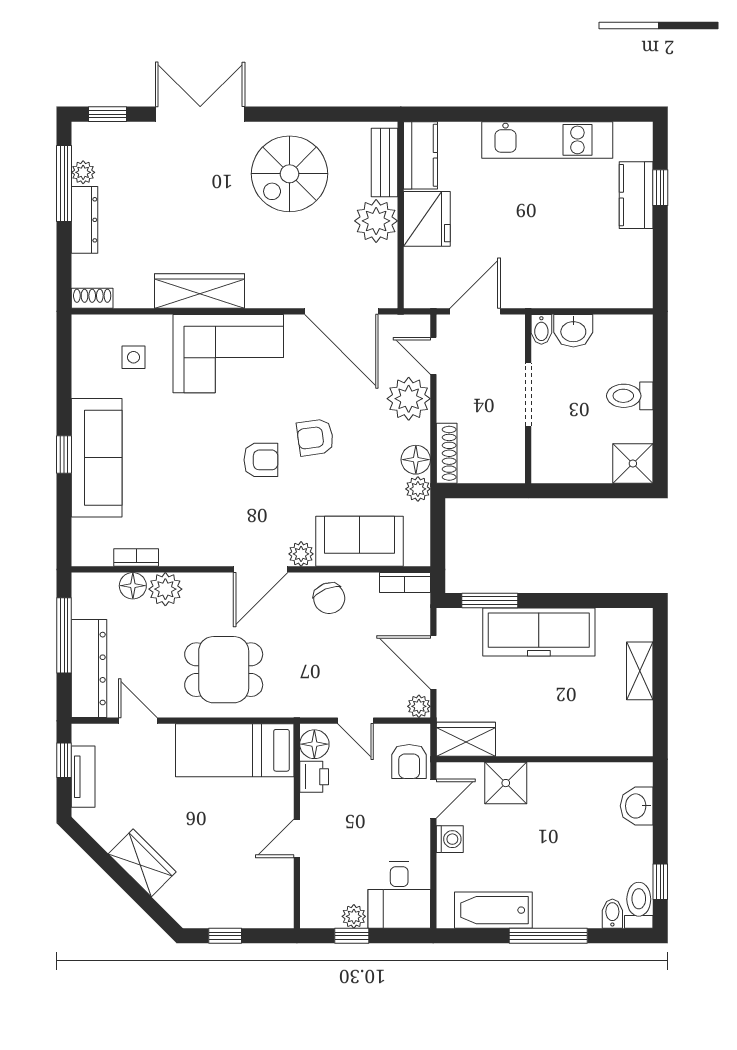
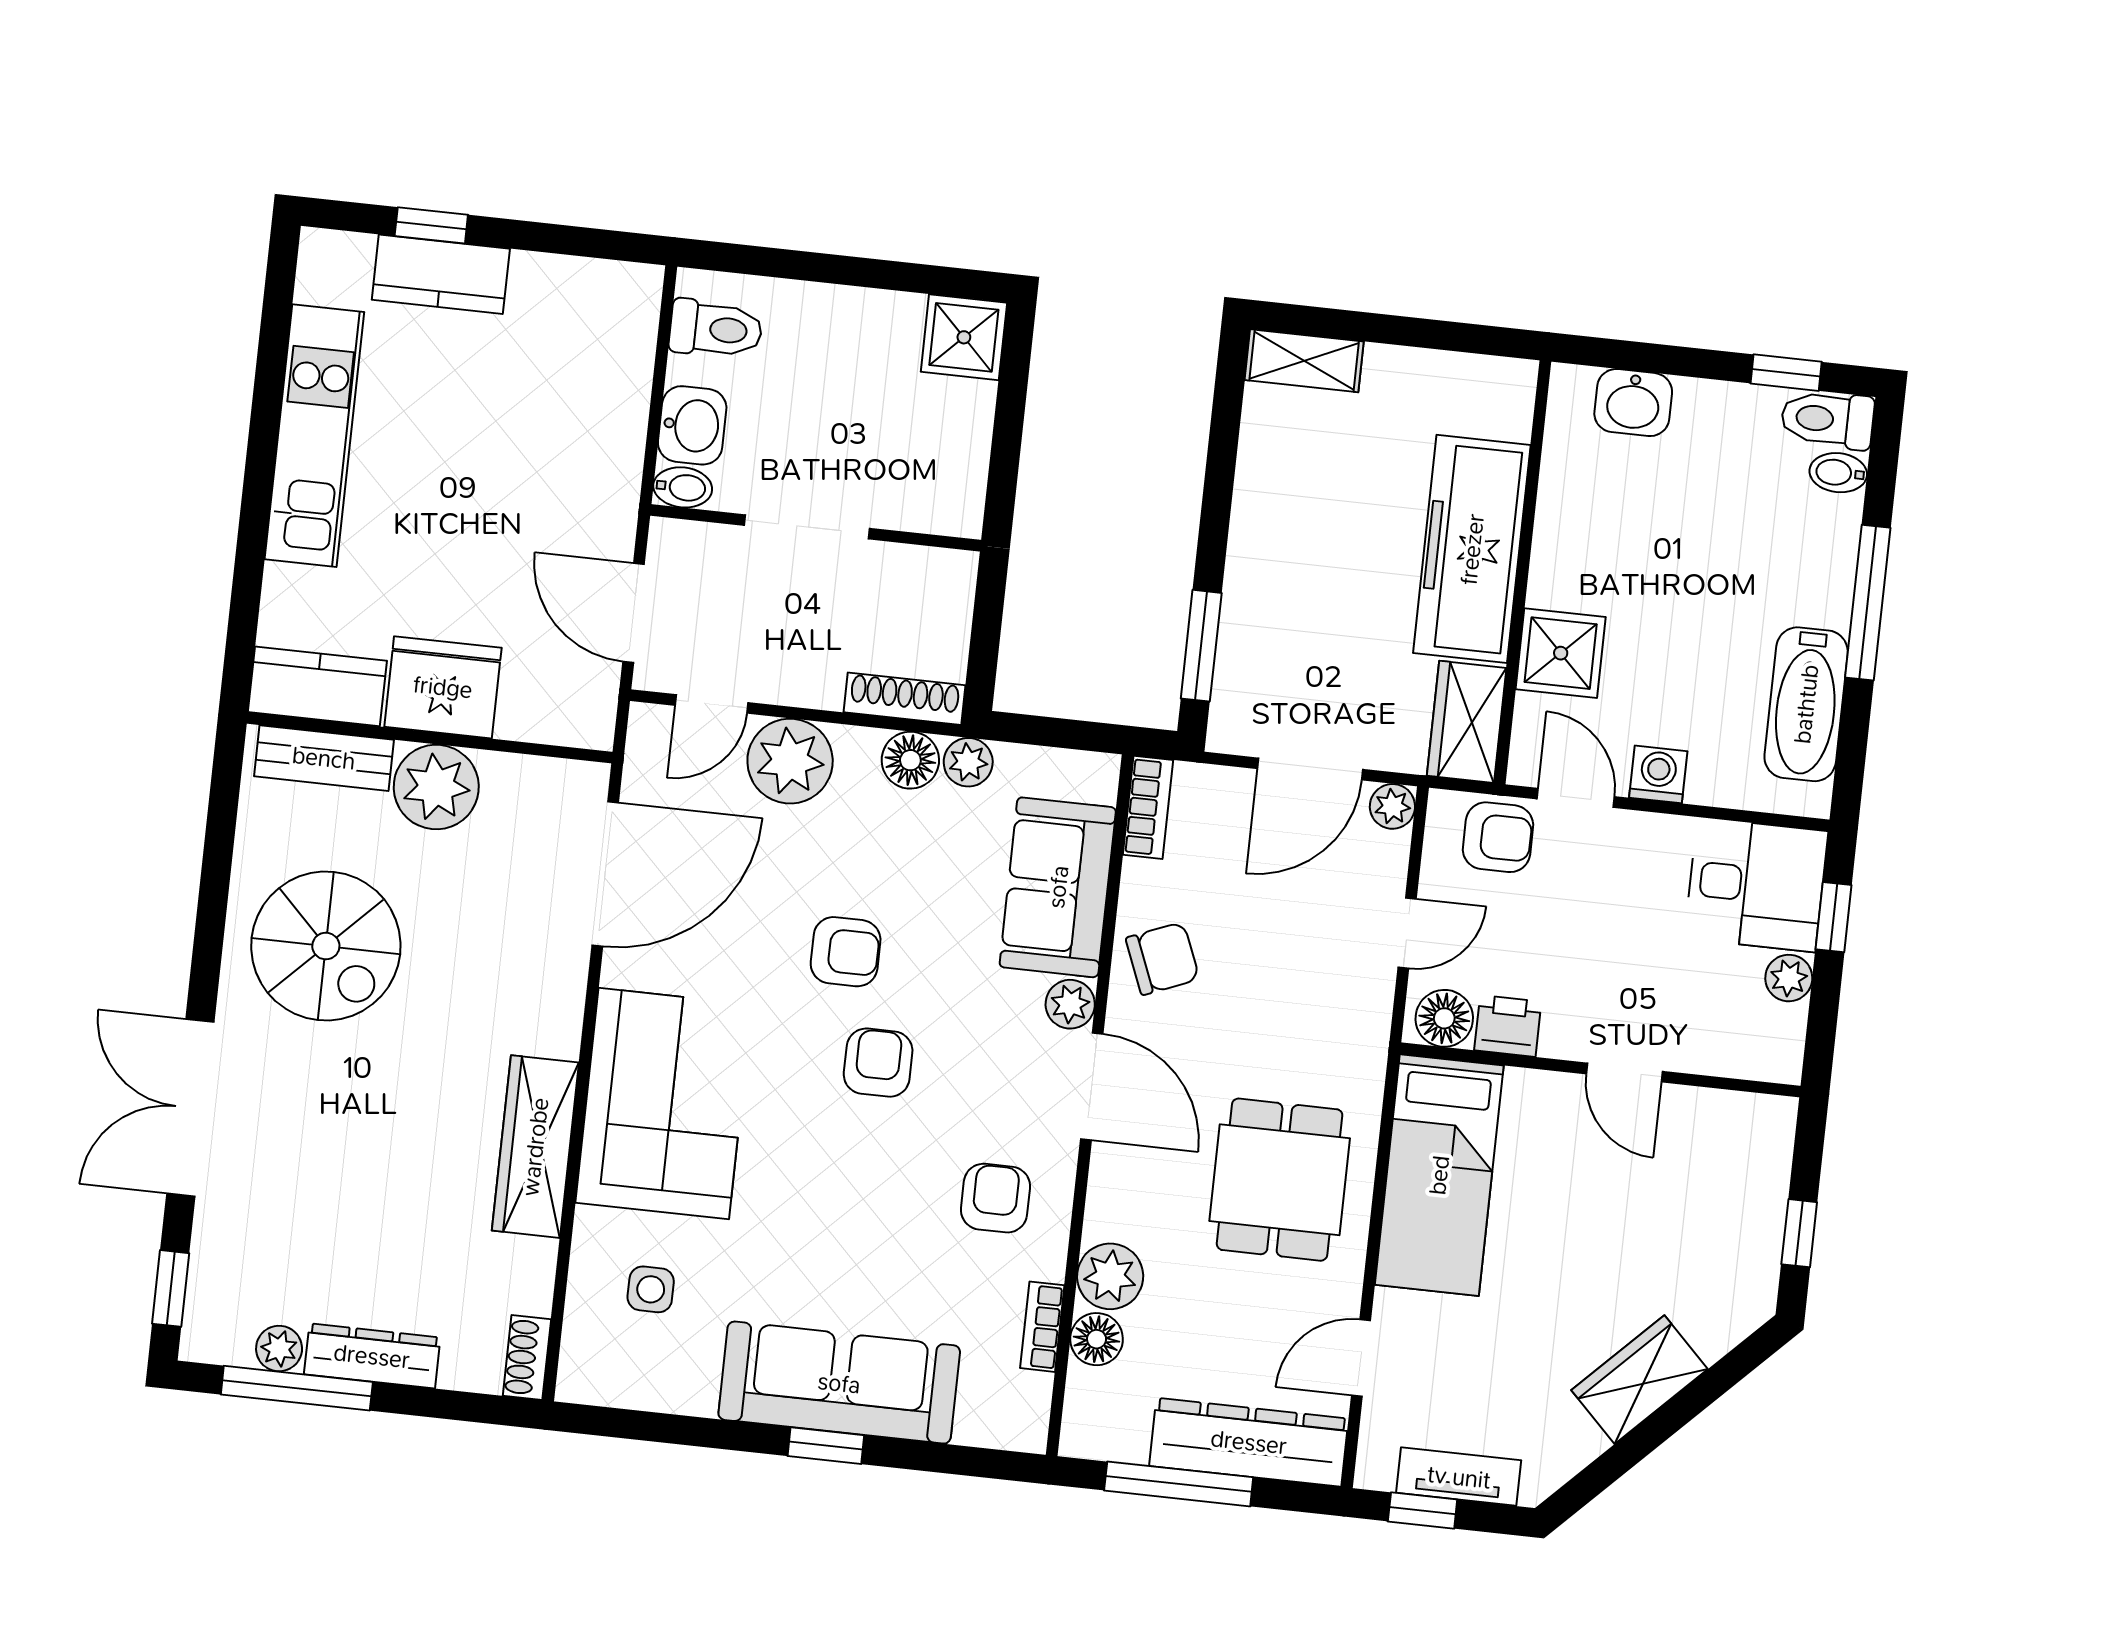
toilet: (630, 396) -> (716, 329), moved, turned -90
armchair: (315, 437) -> (846, 952), turned -82
armchair: (199, 527) -> (995, 1198), added
freezer: (539, 632) -> (1472, 549), moved, turned 180
shelving: (640, 671) -> (1304, 361), moved
window: (352, 936) -> (1834, 917), moved

